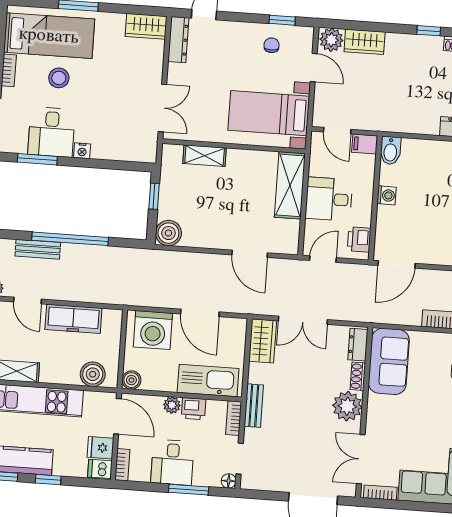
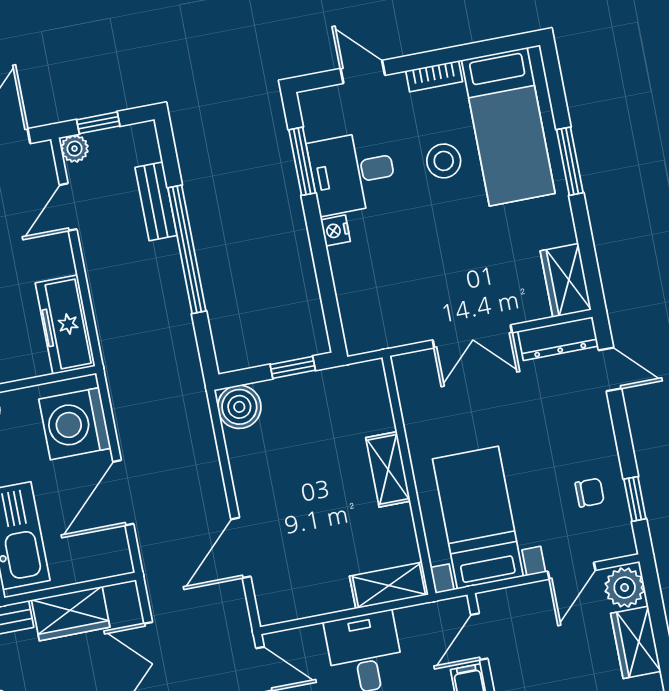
double door: (162, 108) -> (472, 336), moved
shelving: (205, 156) -> (388, 469), moved
shelving: (290, 185) -> (389, 585), width x0.67, depth x0.75
freezer: (73, 319) -> (65, 325), moved
wardrobe: (263, 341) -> (71, 614), moved

